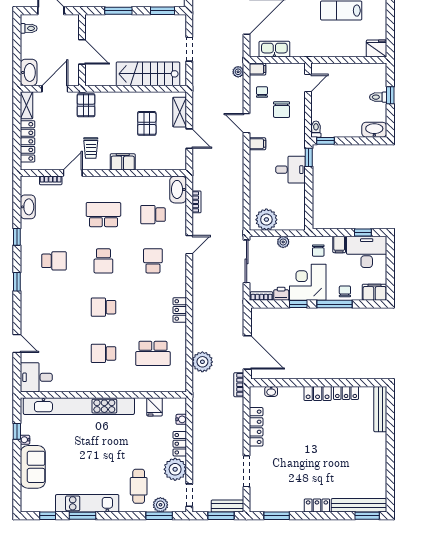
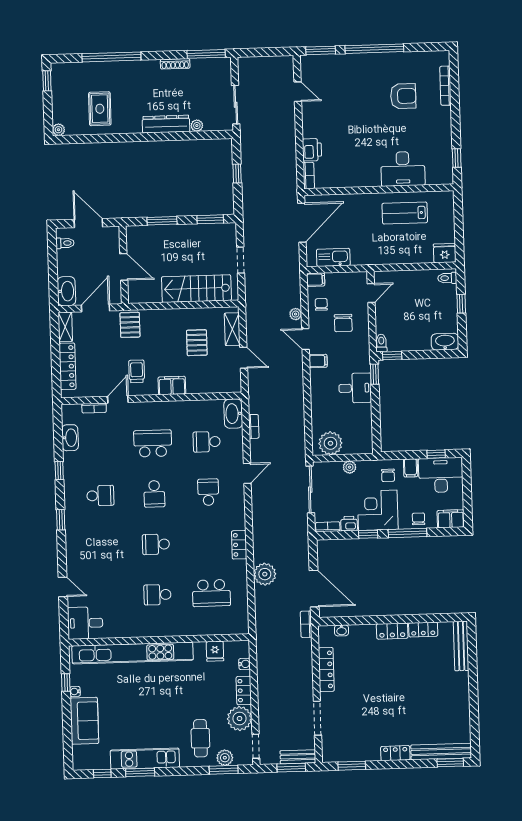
plant: (238, 72) -> (296, 314), moved
toilet: (378, 97) -> (447, 278), moved
trolley: (91, 148) -> (137, 371), turned 180
plant: (202, 362) -> (265, 574), moved

